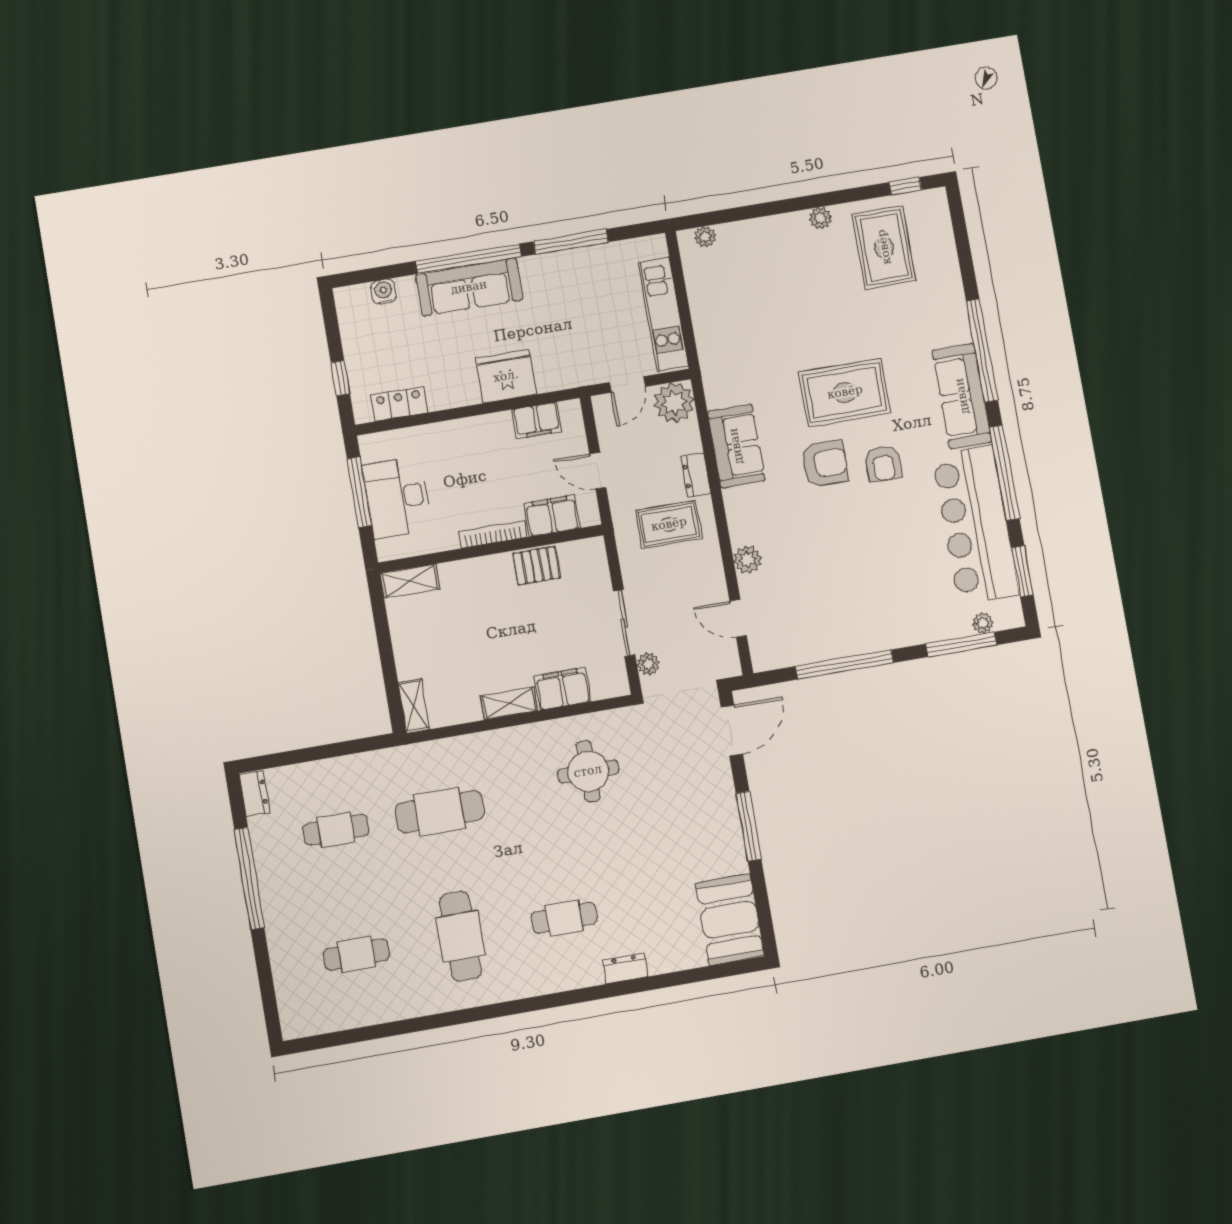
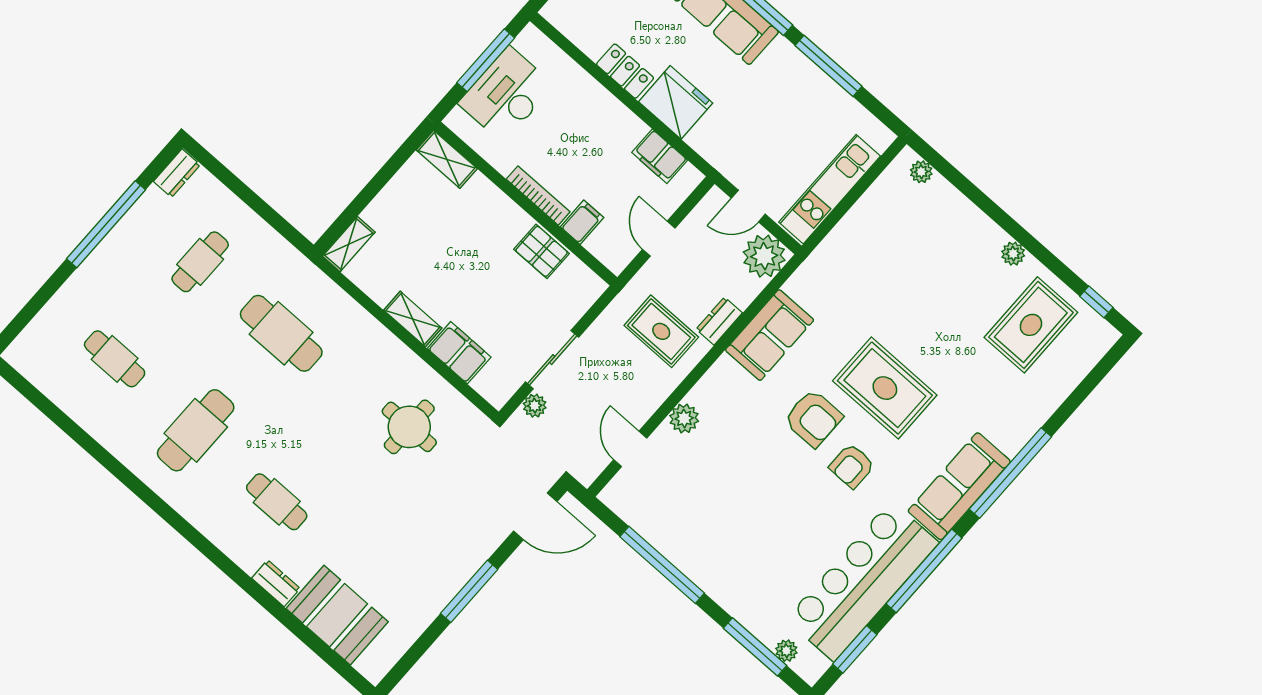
locker: (399, 404) -> (625, 71), moved
filing cabinet: (552, 516) -> (582, 222), width x0.50
cafe table: (336, 830) -> (200, 262), turned 90
booth: (730, 920) -> (337, 615), moved, turned 90

